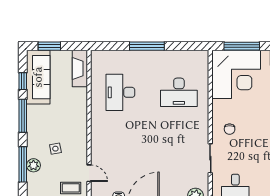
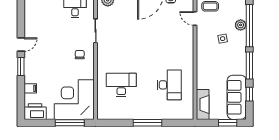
window: (23, 164) -> (249, 26), width x1.46

